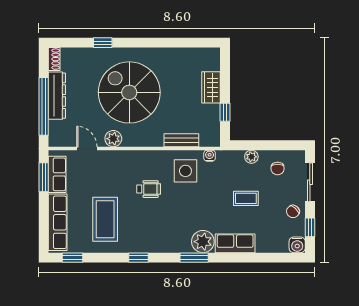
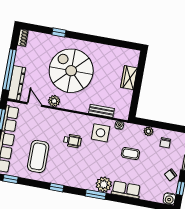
dresser: (57, 96) -> (17, 83), moved
window: (225, 112) -> (136, 97), removed
coffee table: (246, 198) -> (130, 154), moved

